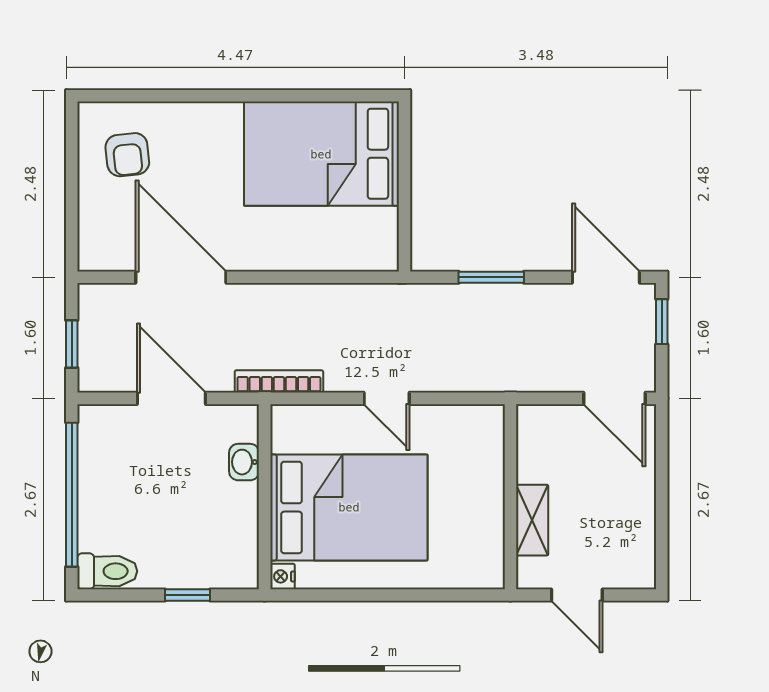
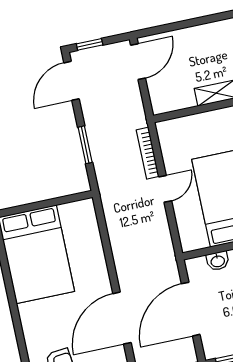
bookcase: (279, 381) -> (148, 153), moved
door: (171, 398) -> (191, 309), width x1.36

